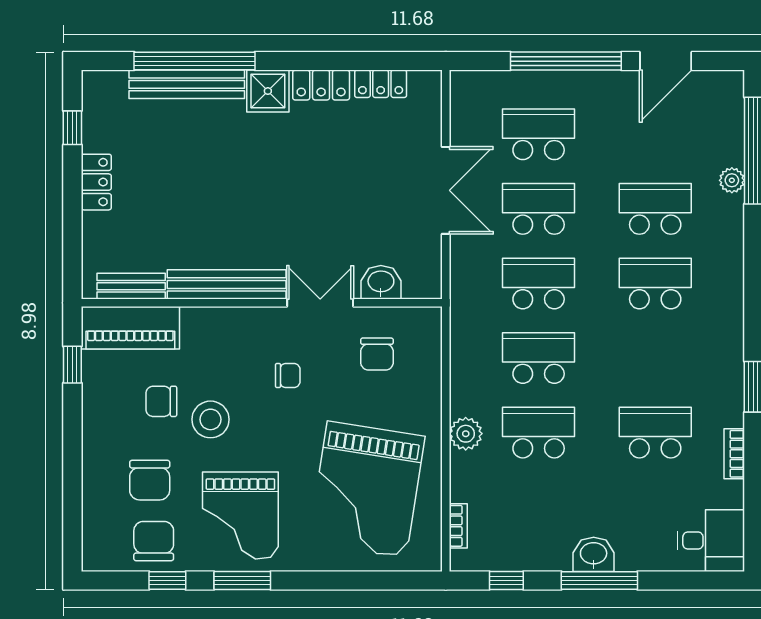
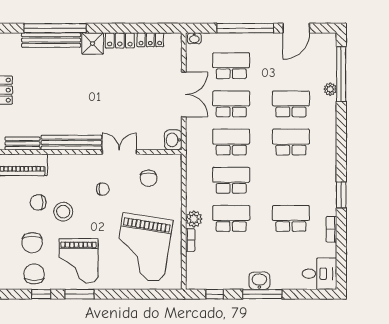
washbasin: (466, 81) -> (194, 38), added
washbasin: (381, 282) -> (173, 140), moved, turned -90
bookcase: (458, 526) -> (190, 240), moved

